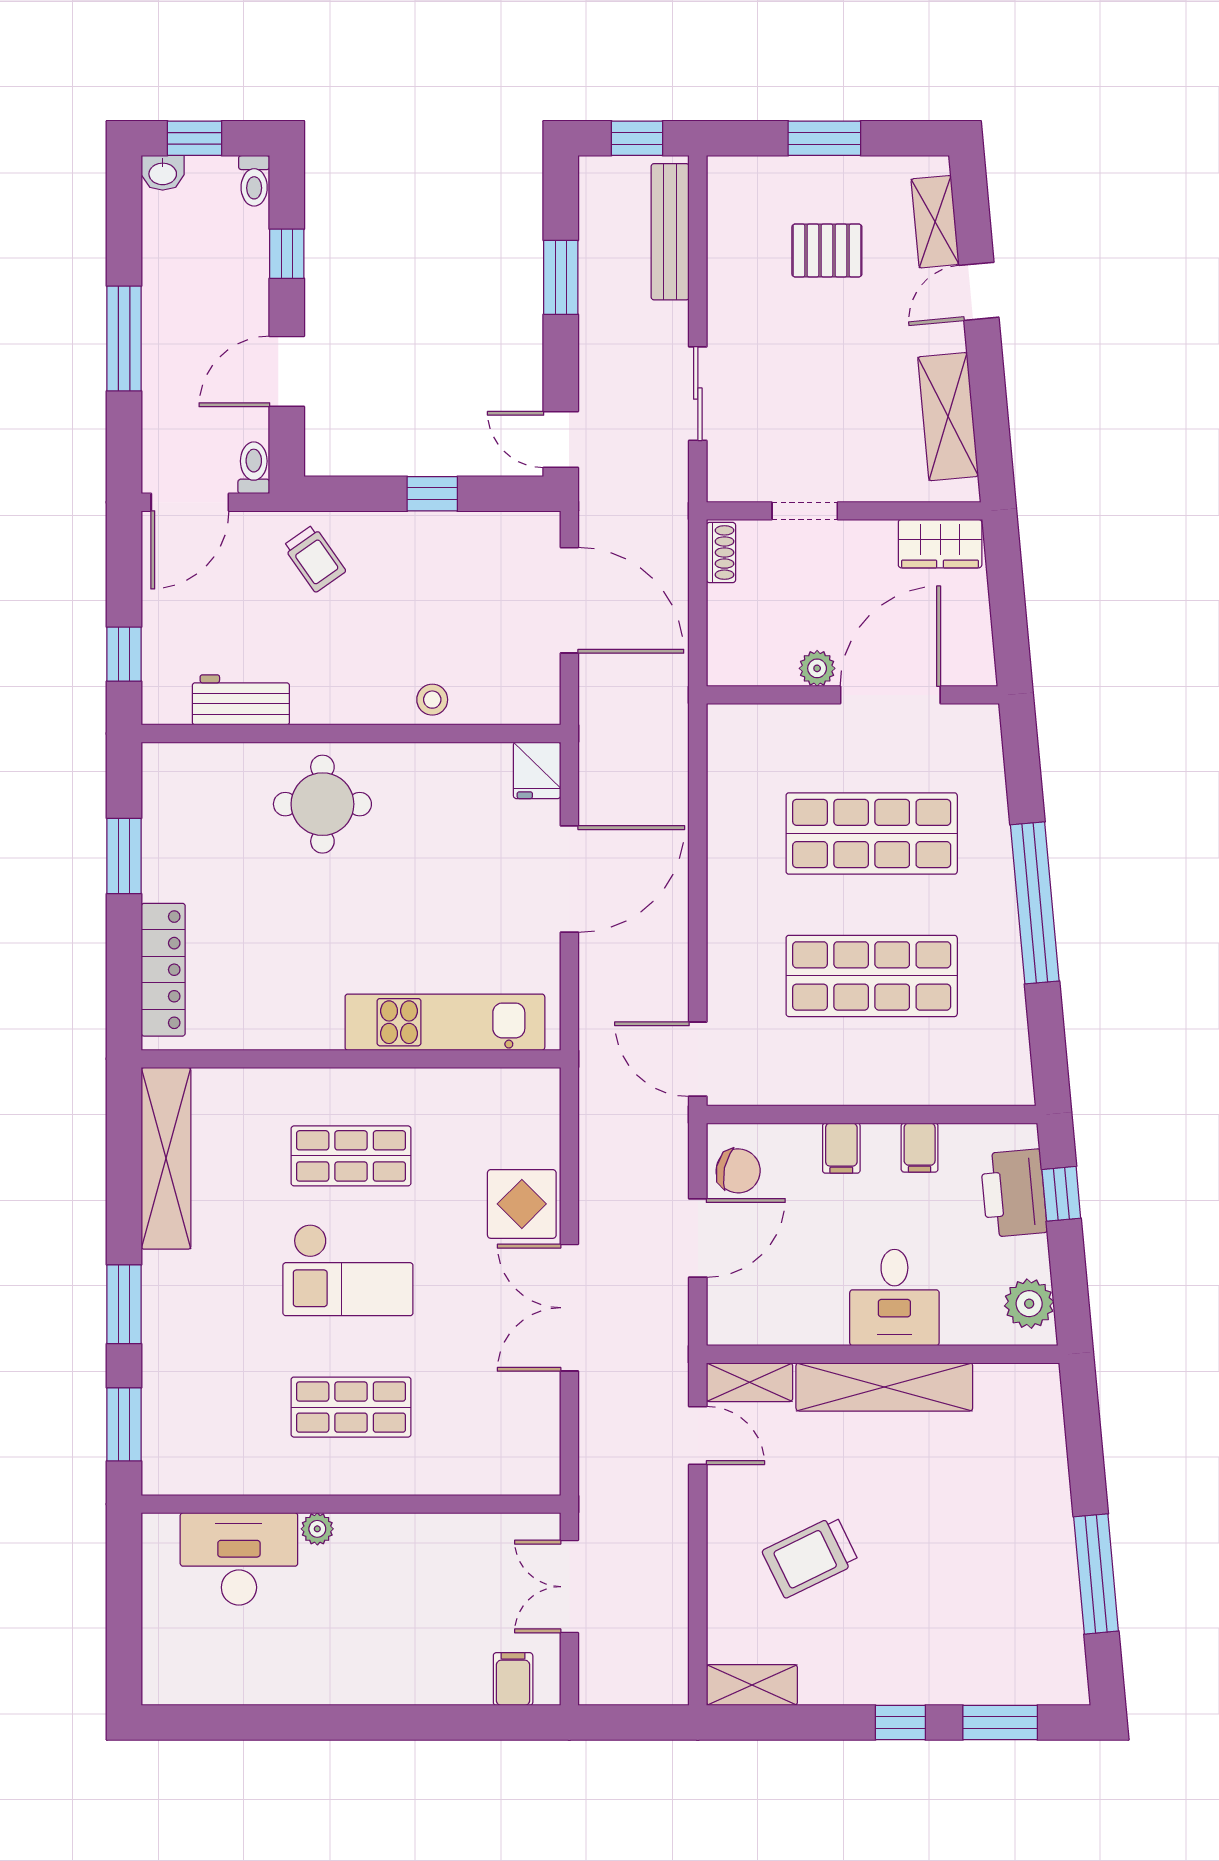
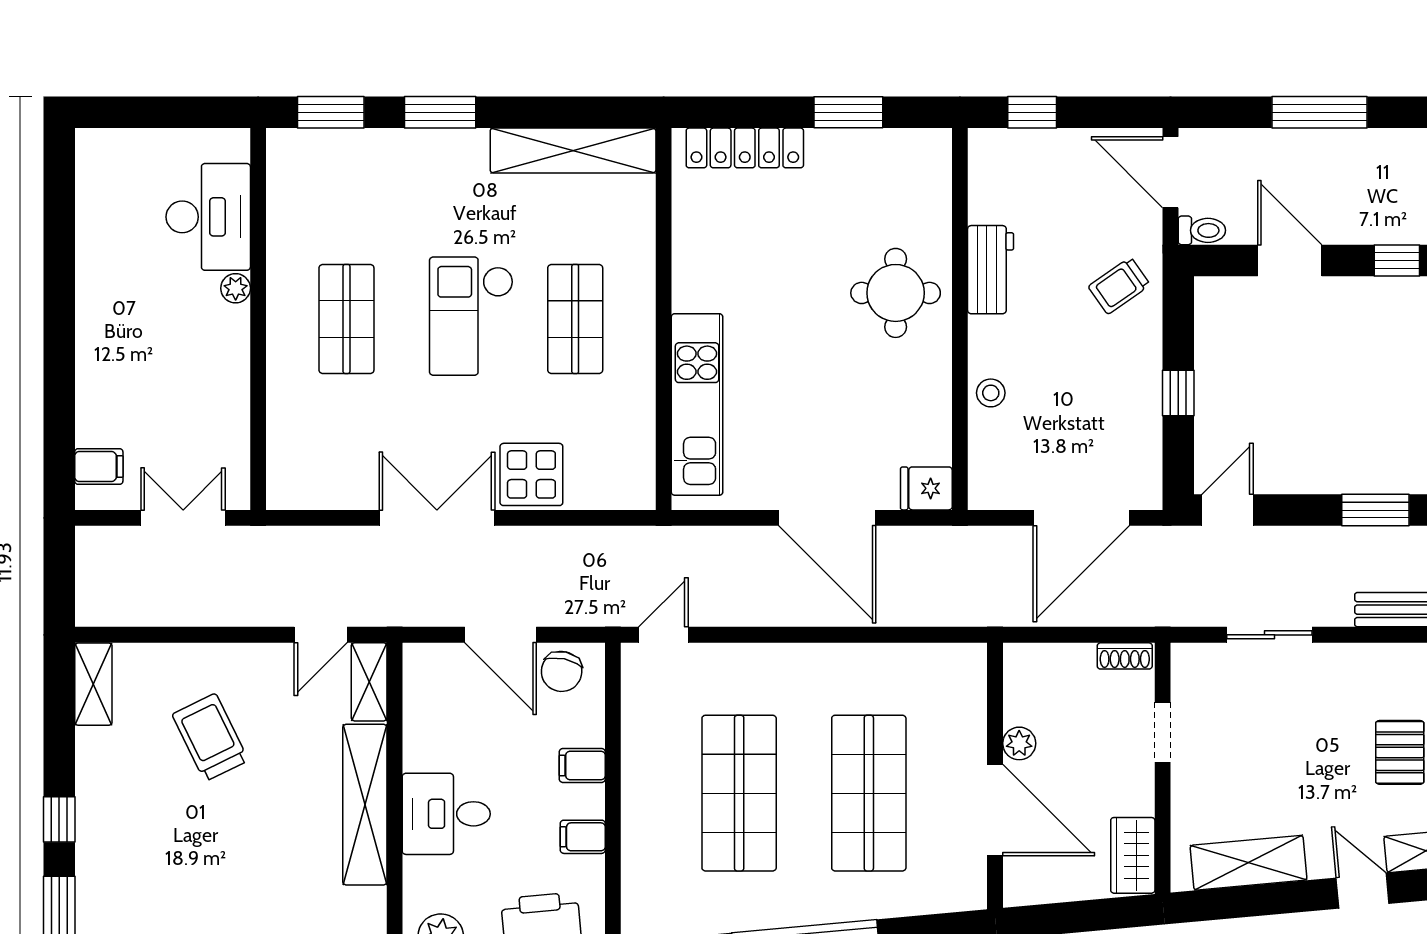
workbench: (241, 700) -> (991, 270), moved
door: (698, 1059) -> (663, 635), width x0.73

